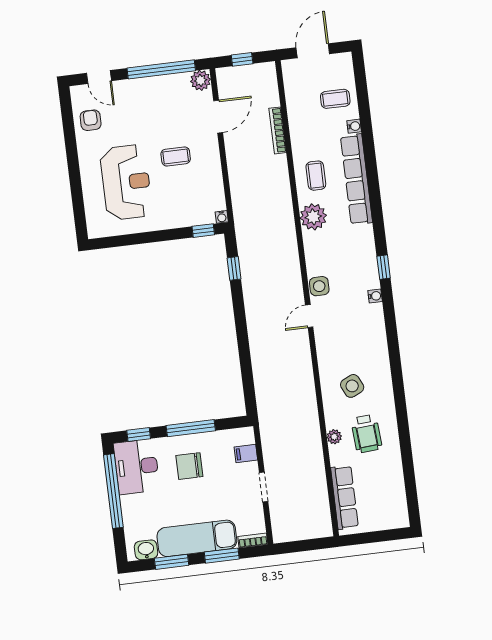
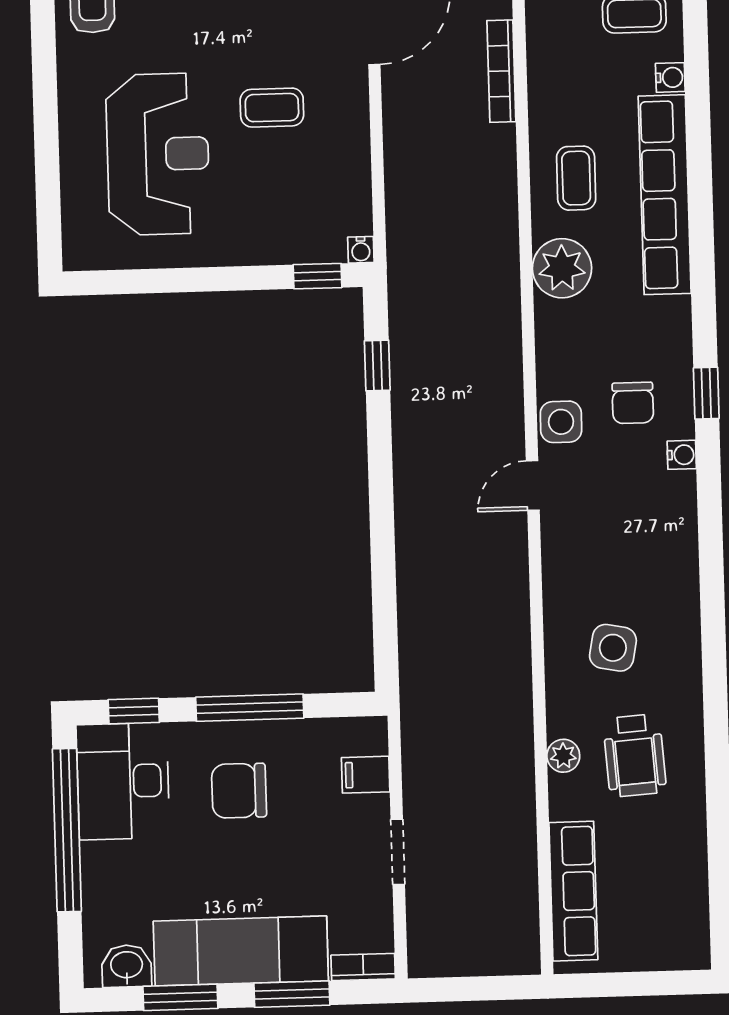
chair: (351, 275) -> (633, 403), added
side table: (352, 386) -> (613, 648), turned 36

